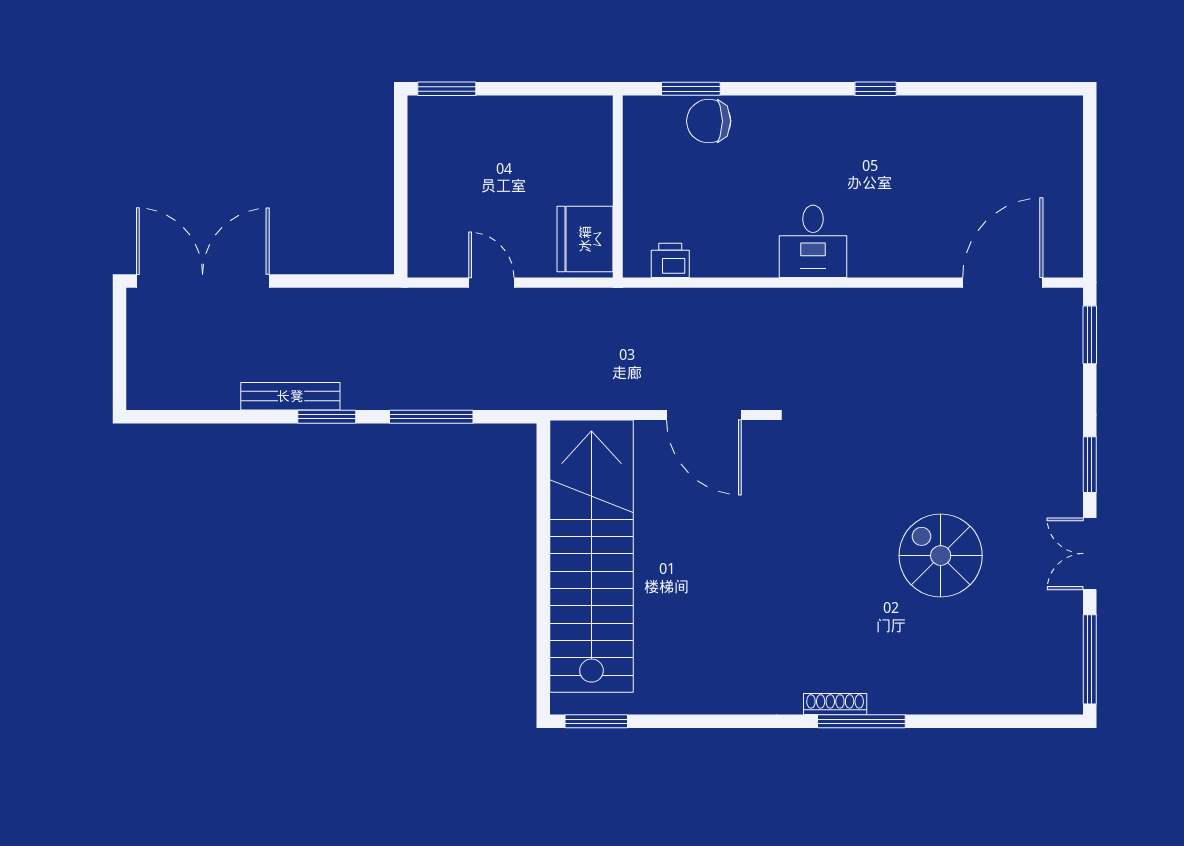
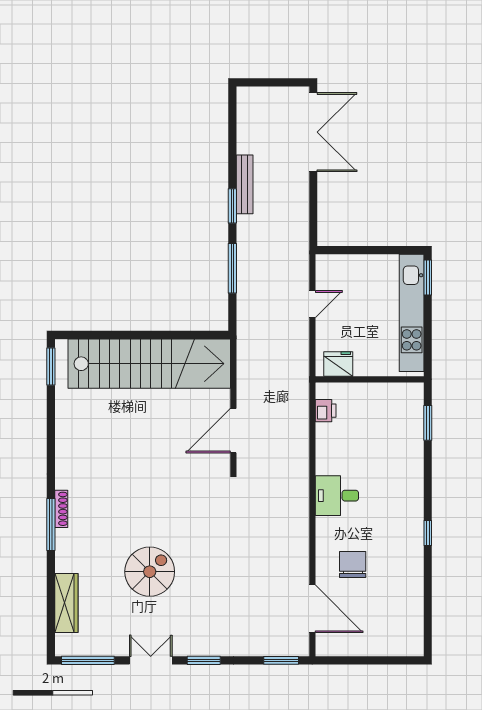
kitchen unit: (506, 116) -> (412, 313), added
chair: (709, 121) -> (353, 565), moved
fridge: (585, 239) -> (338, 364), width x0.73, depth x0.75
wardrobe: (993, 695) -> (66, 603), added

